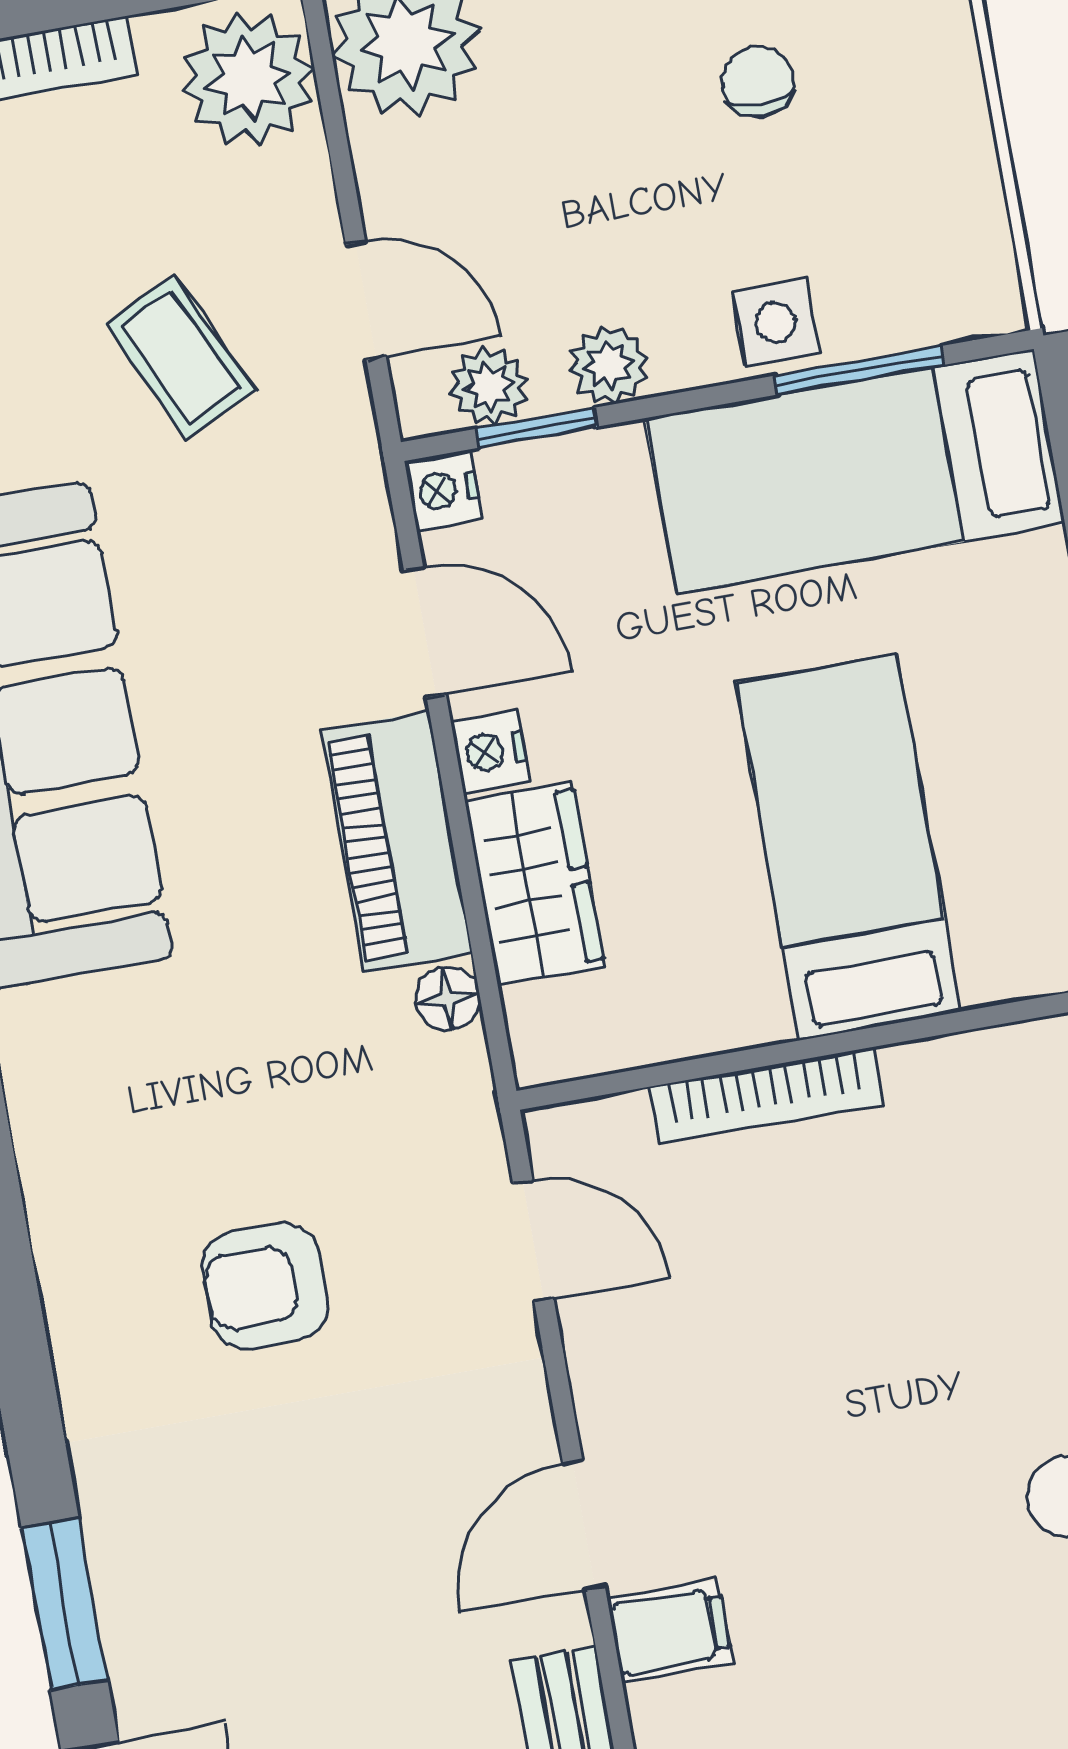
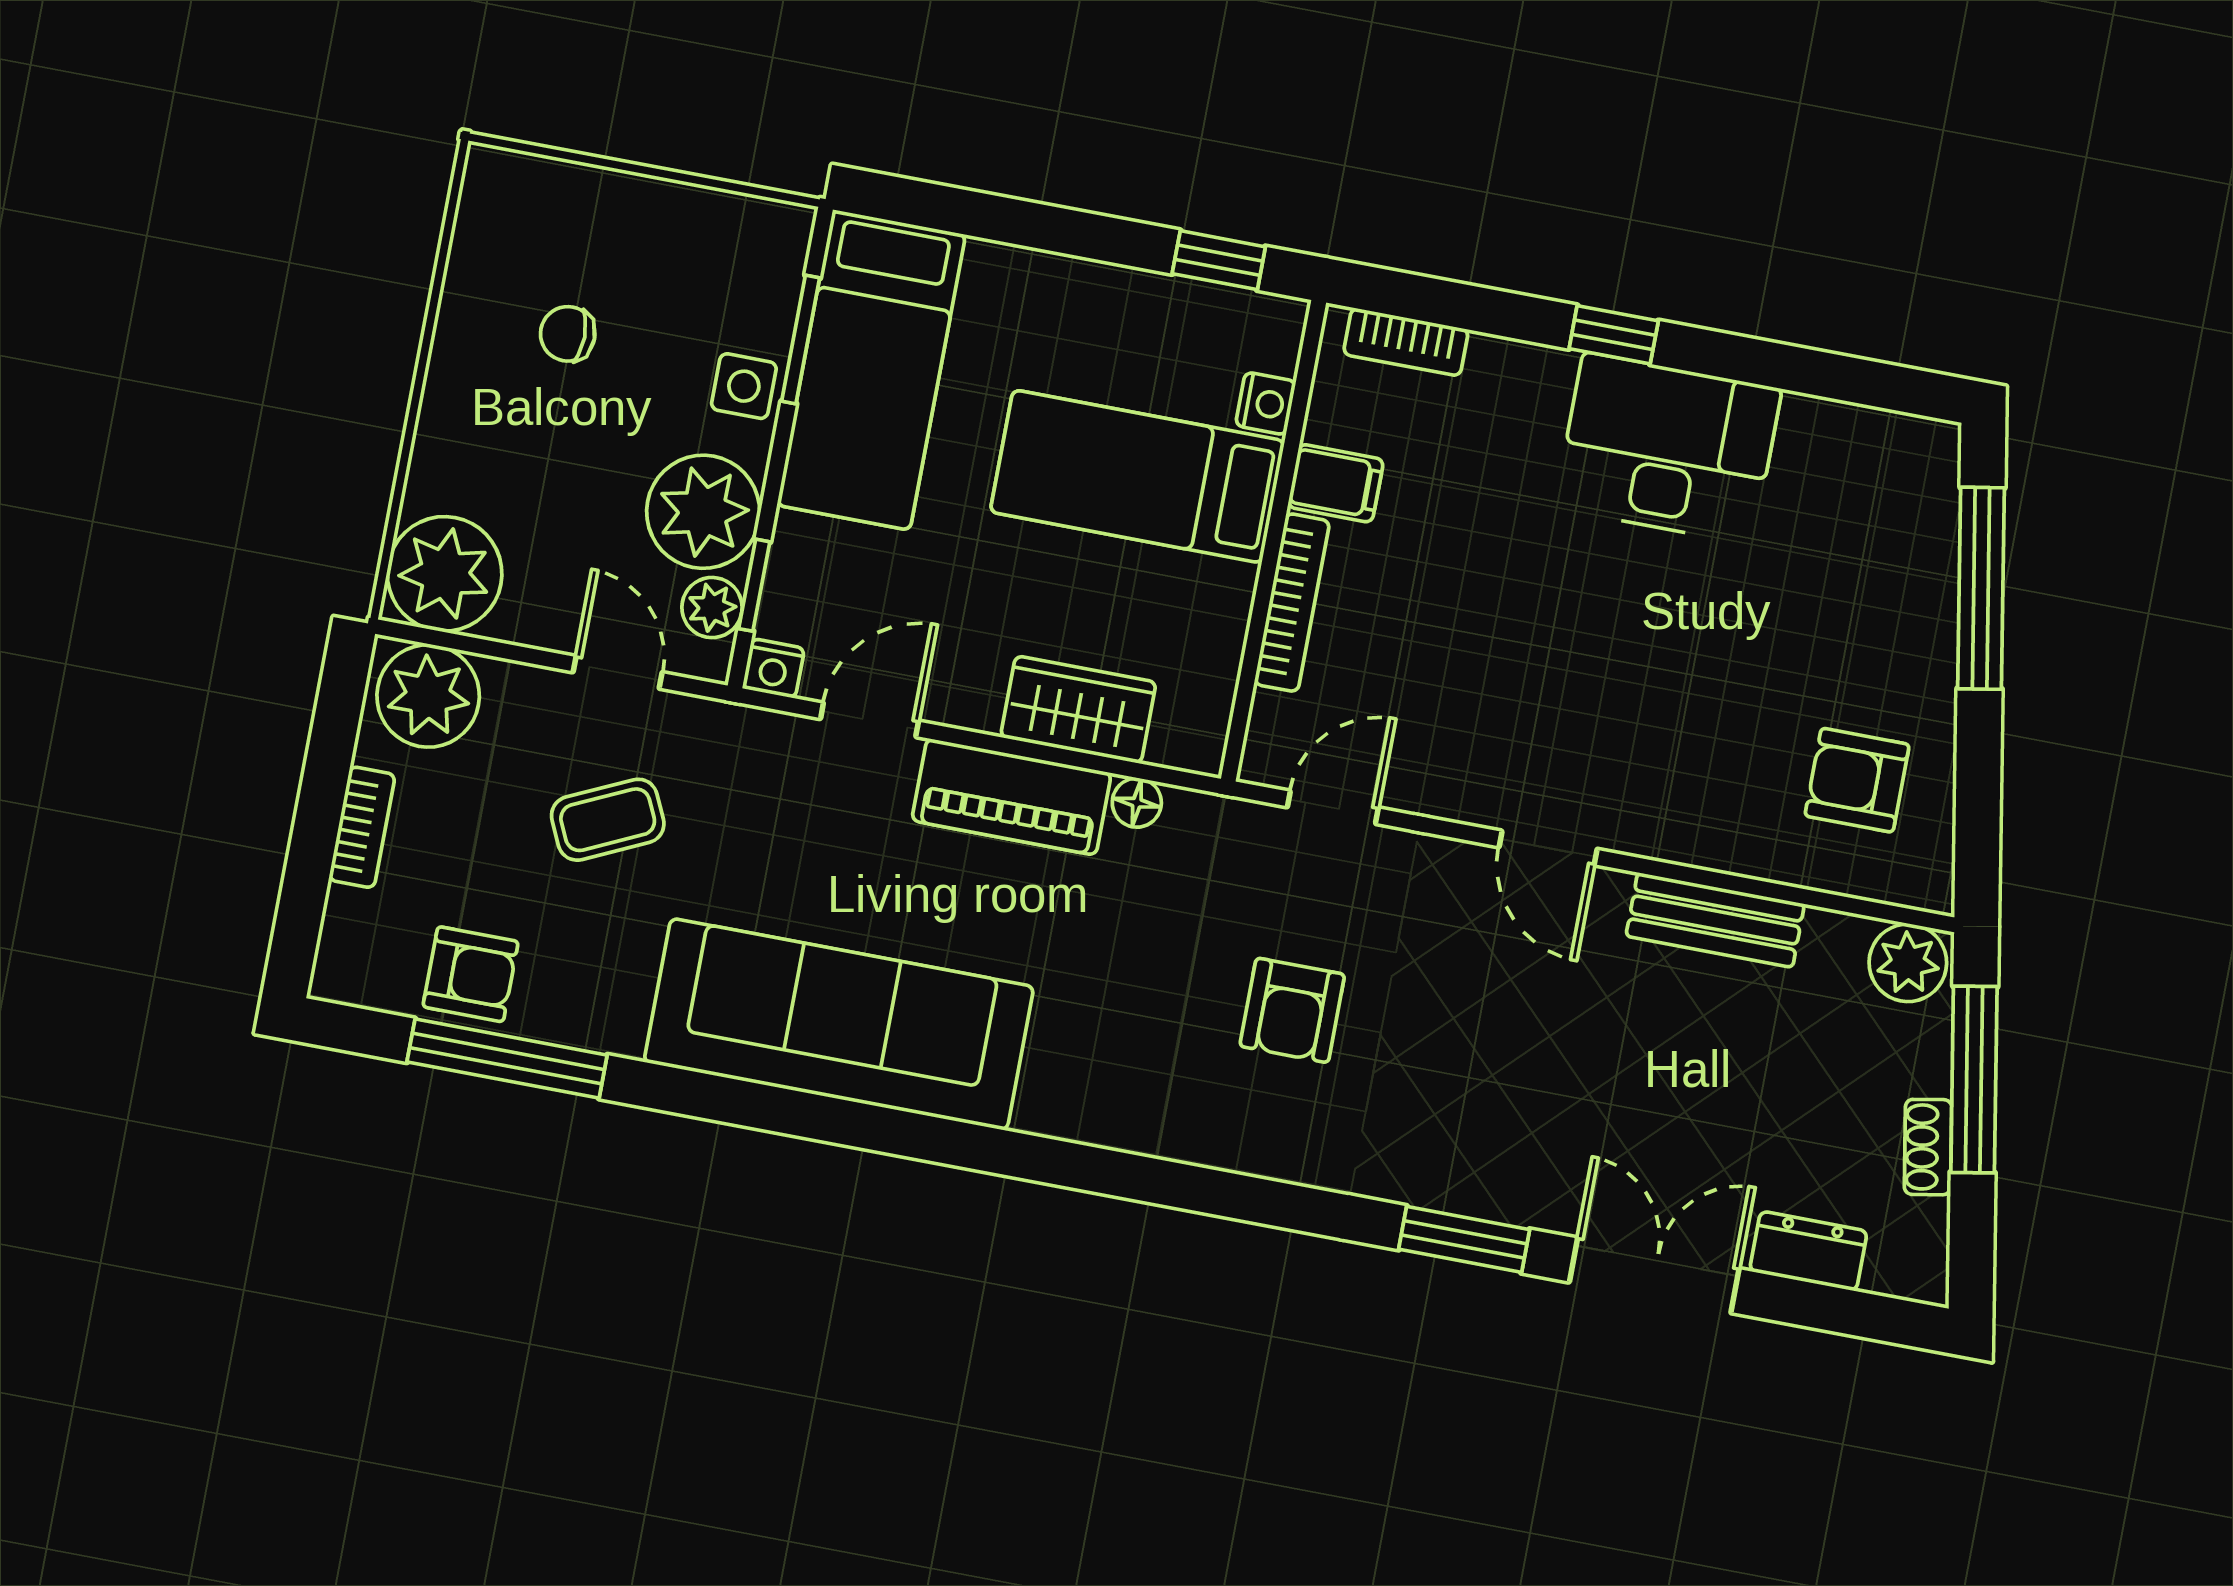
door: (366, 301) -> (618, 672), hinge flipped
plant: (609, 365) -> (703, 512), width x1.87, depth x1.87
nightstand: (490, 751) -> (1266, 403), moved, turned -90
filing cabinet: (670, 1631) -> (1336, 483), moved, turned 90

